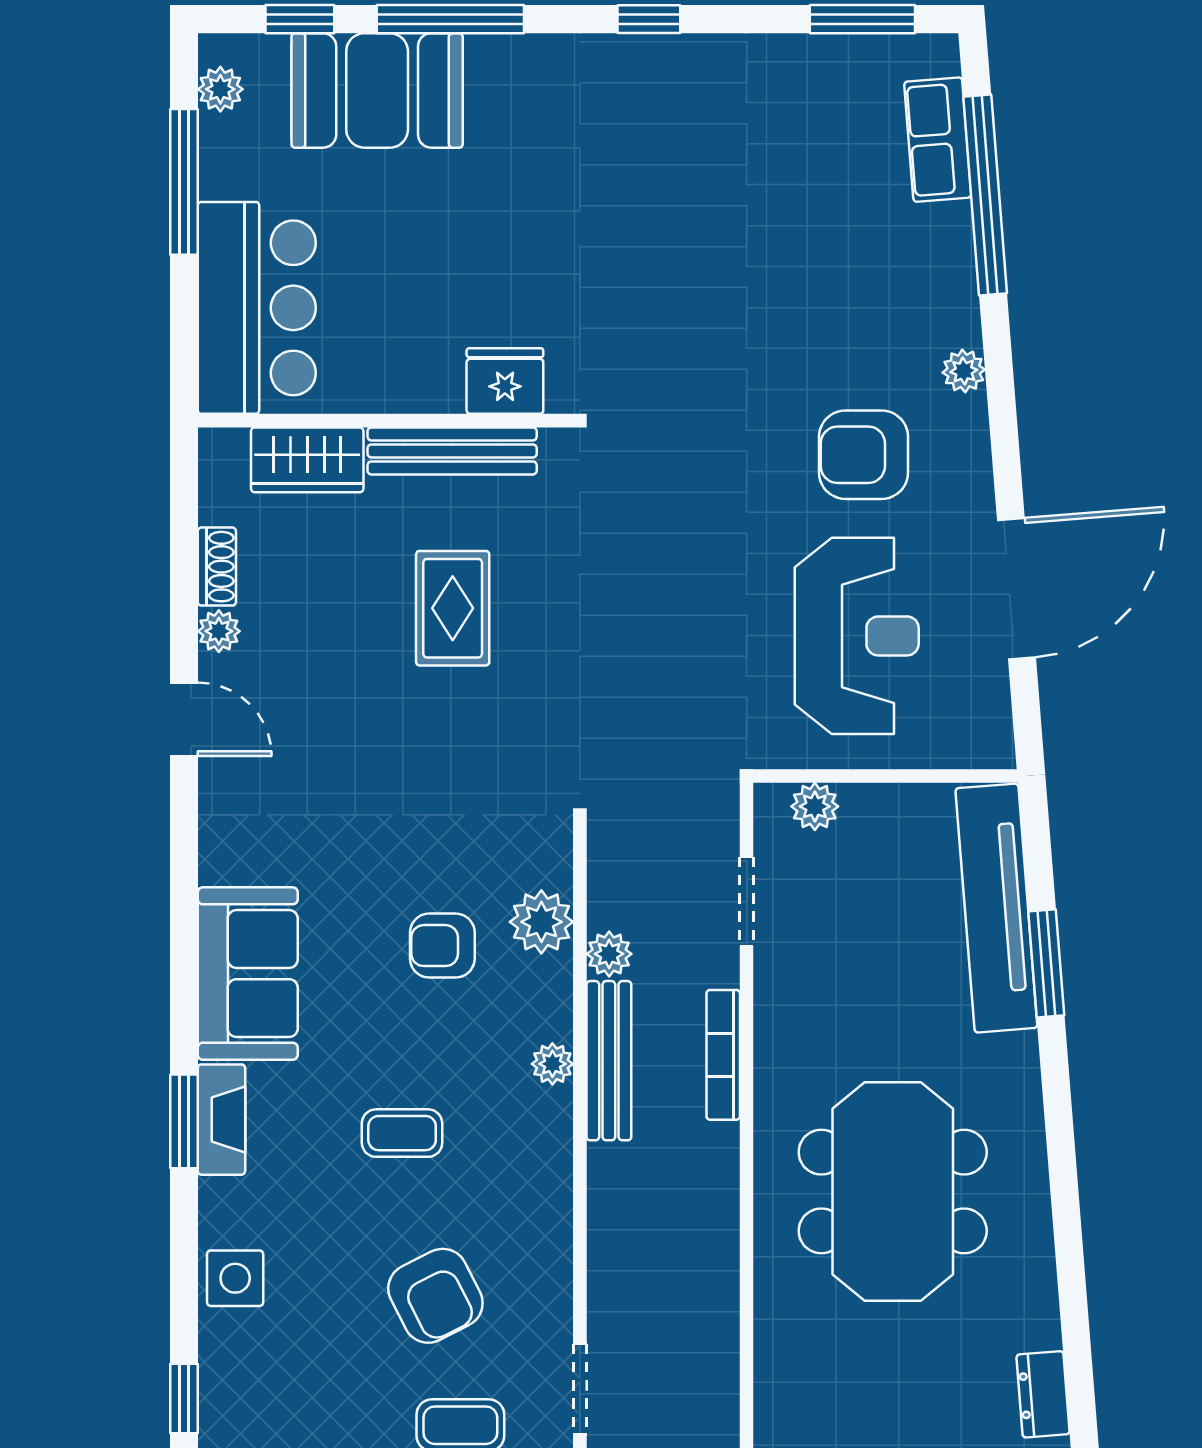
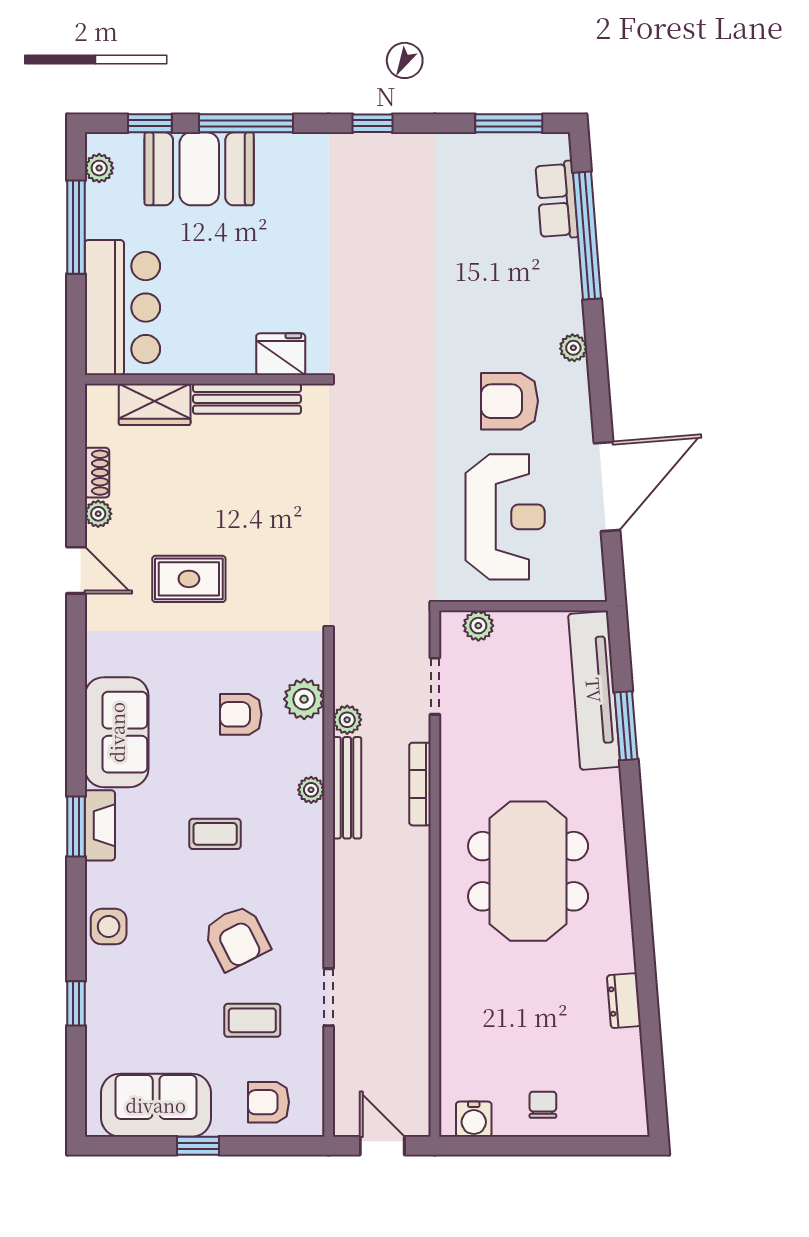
rug: (453, 608) -> (189, 579), moved, turned 90

